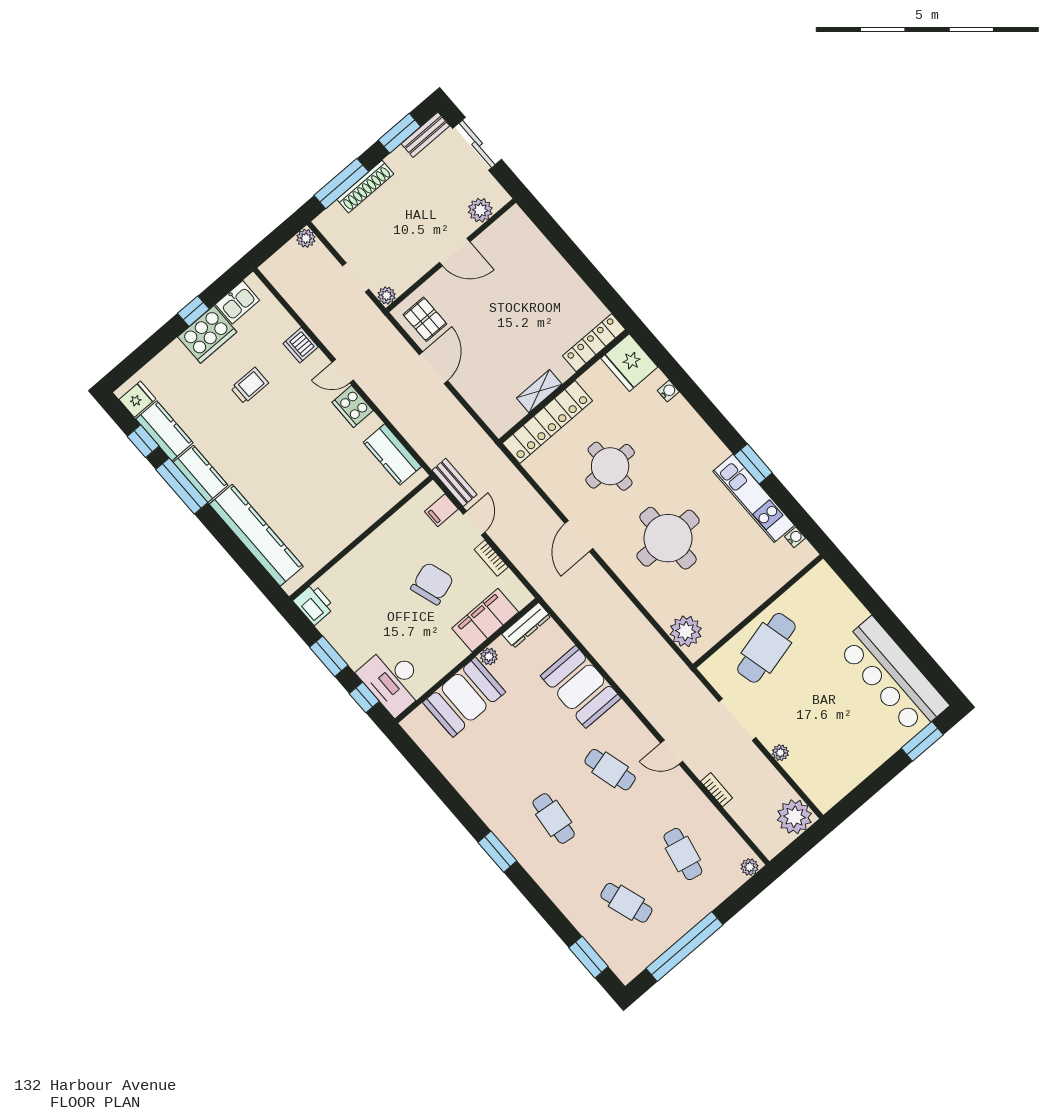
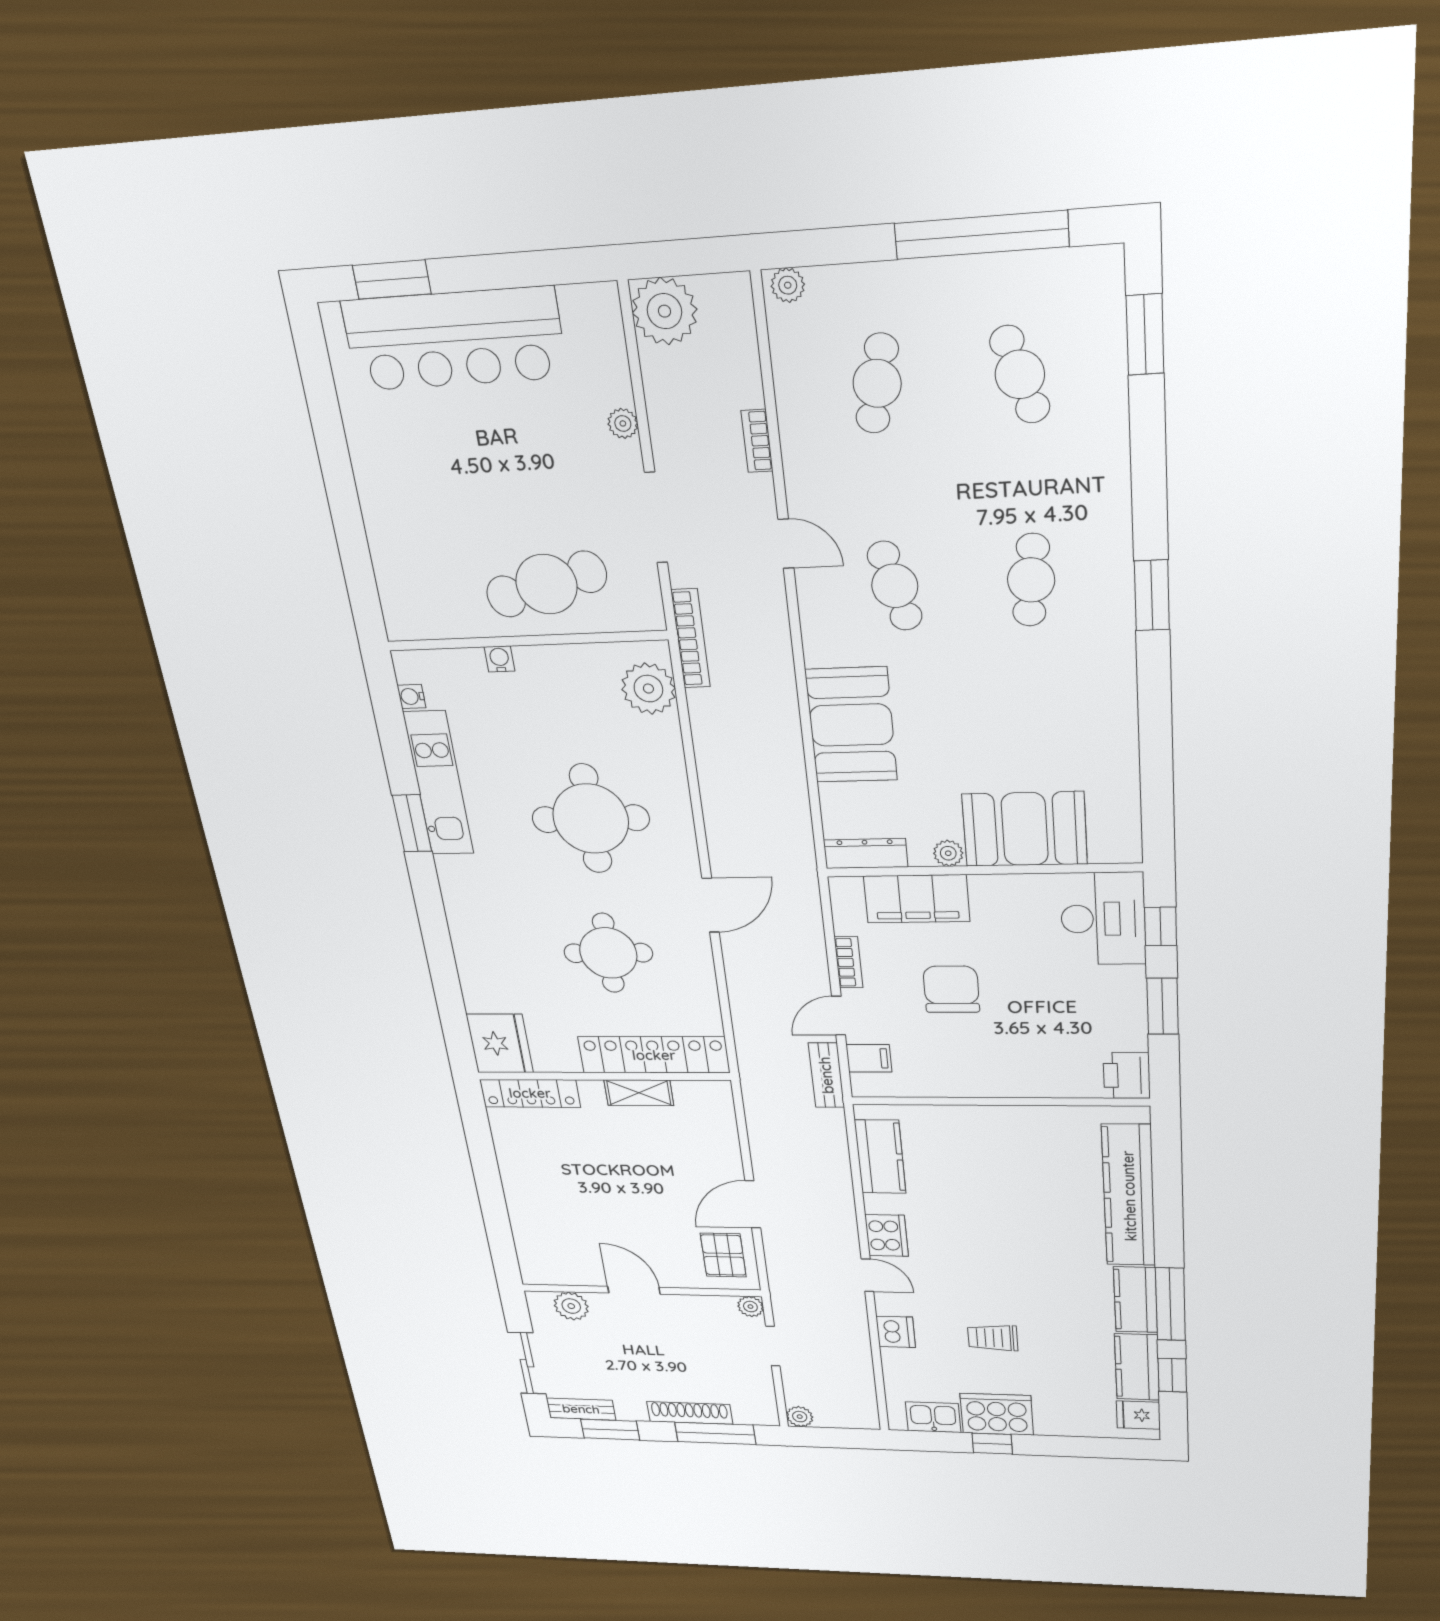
water cooler: (668, 391) -> (499, 659), moved, turned 90
chair: (432, 584) -> (951, 989), turned 108
bookcase: (683, 672) -> (691, 639), added
bar counter: (892, 676) -> (454, 339), moved, turned 90

